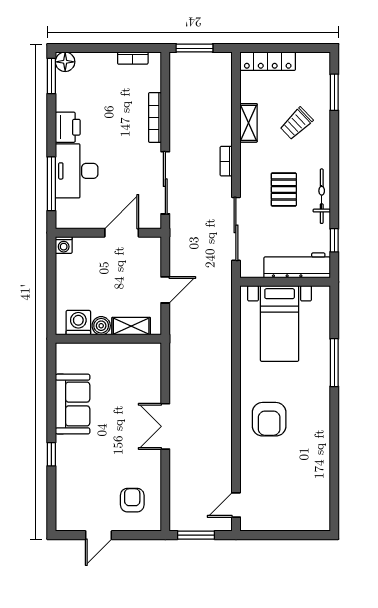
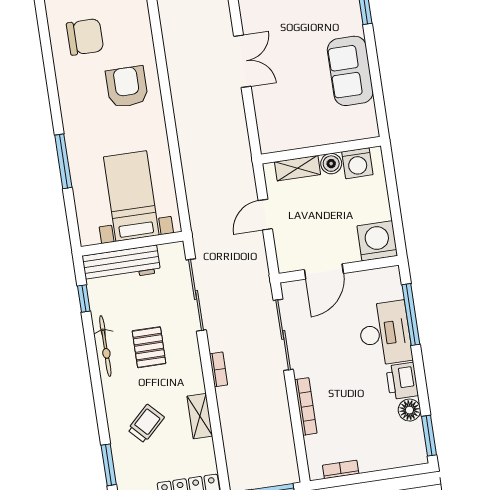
floor lamp: (65, 62) -> (409, 410), moved
washing machine: (64, 245) -> (377, 241), width x1.89, depth x1.89
chair: (299, 468) -> (85, 37), added

